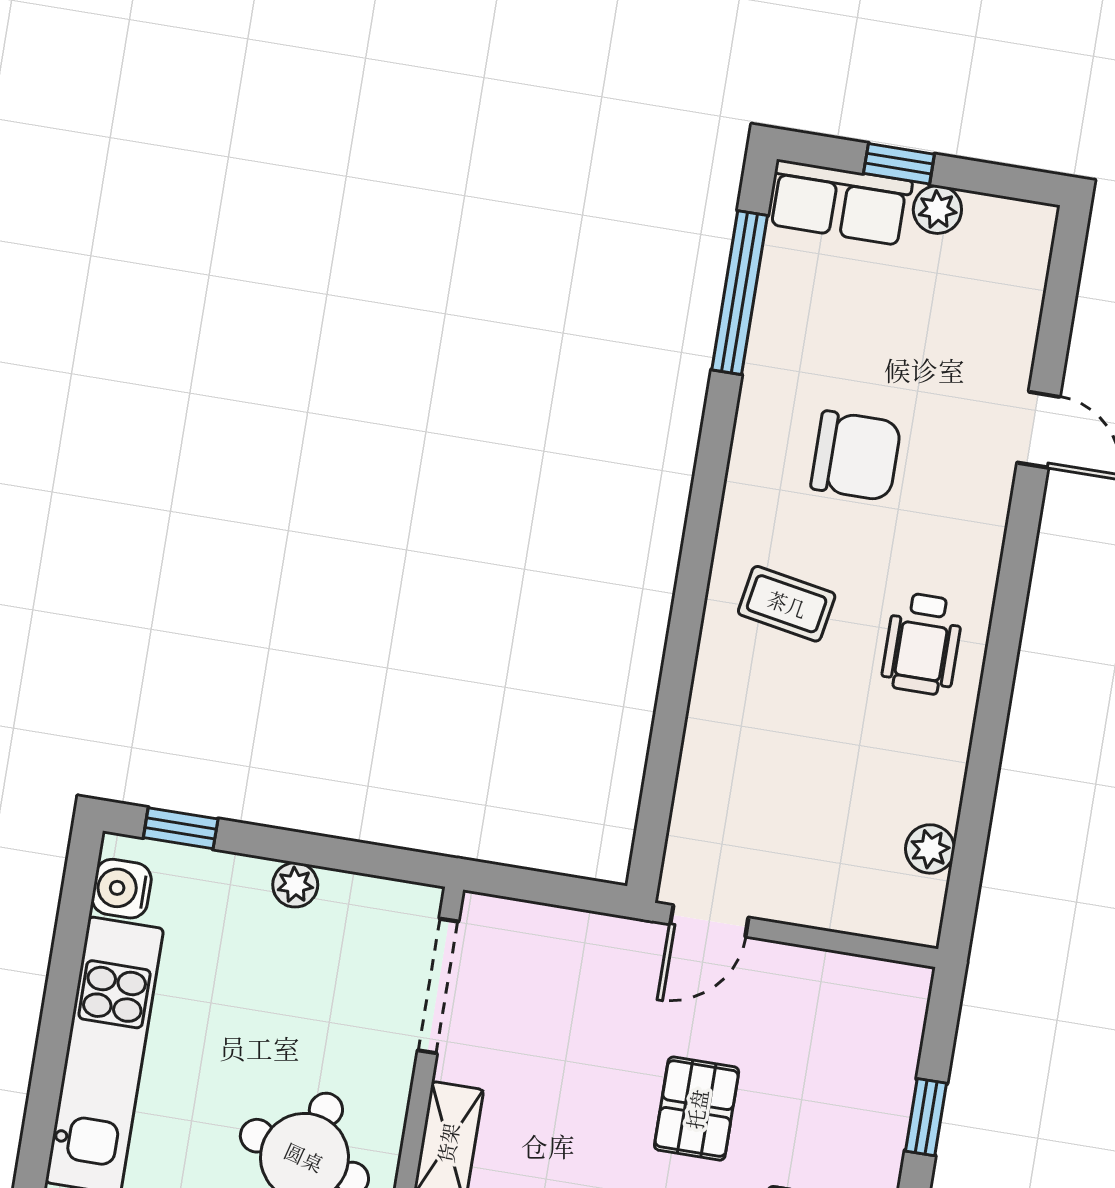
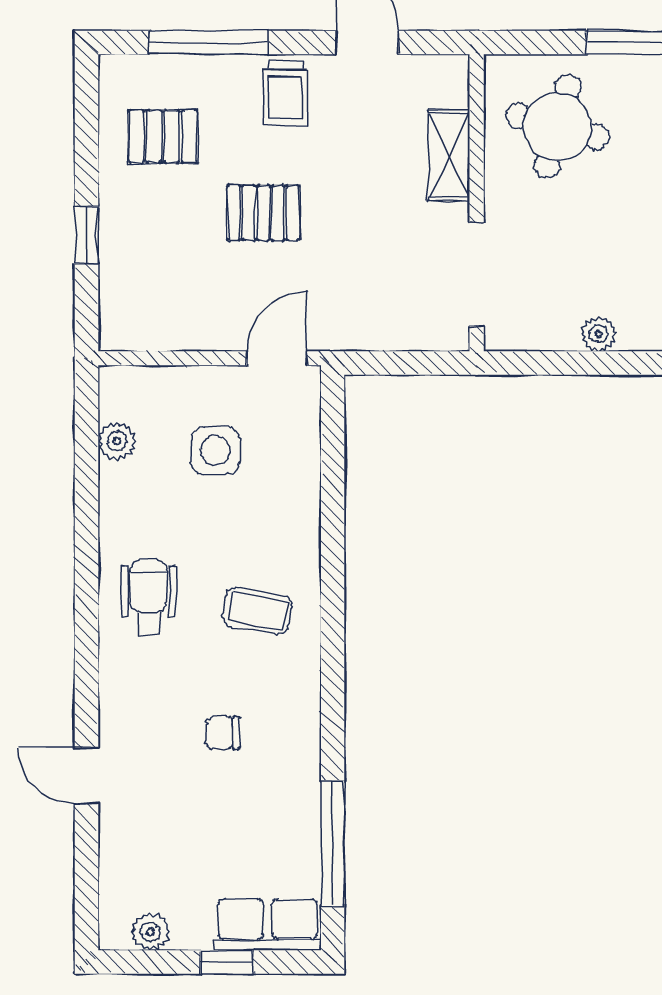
plant: (937, 210) -> (150, 932), moved
chair: (856, 456) -> (223, 733), width x0.54, depth x0.54
side table: (807, 816) -> (215, 451), added
pallet: (697, 1109) -> (263, 213), turned 90

